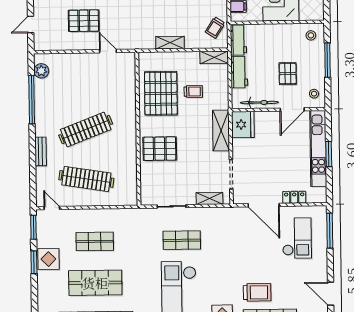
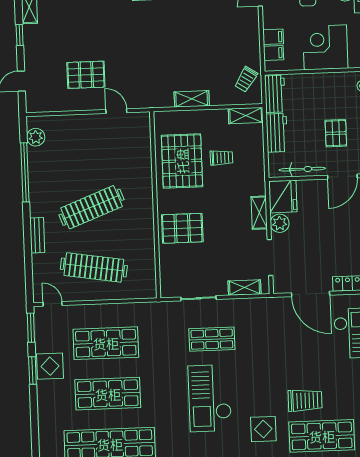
shelving: (221, 131) -> (259, 213), width x0.67, depth x0.75
plant: (240, 146) -> (280, 223), added
shop shelf: (95, 241) -> (106, 343), width x1.43, depth x1.36

